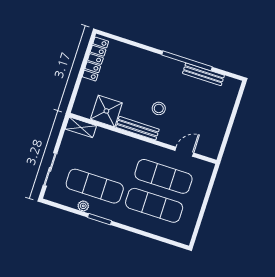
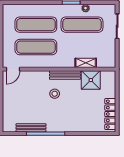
shelving: (81, 127) -> (86, 63), moved
door: (184, 152) -> (13, 69), moved

